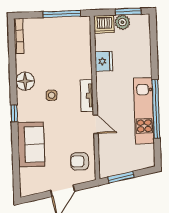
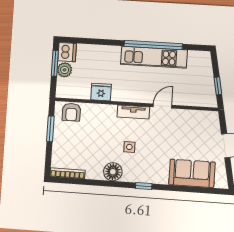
window: (62, 14) -> (50, 129), width x0.69
dishwasher: (104, 24) -> (67, 52), moved
sofa: (31, 144) -> (192, 173), moved
armchair: (80, 161) -> (71, 112), moved
window: (121, 177) -> (218, 86), width x0.67

